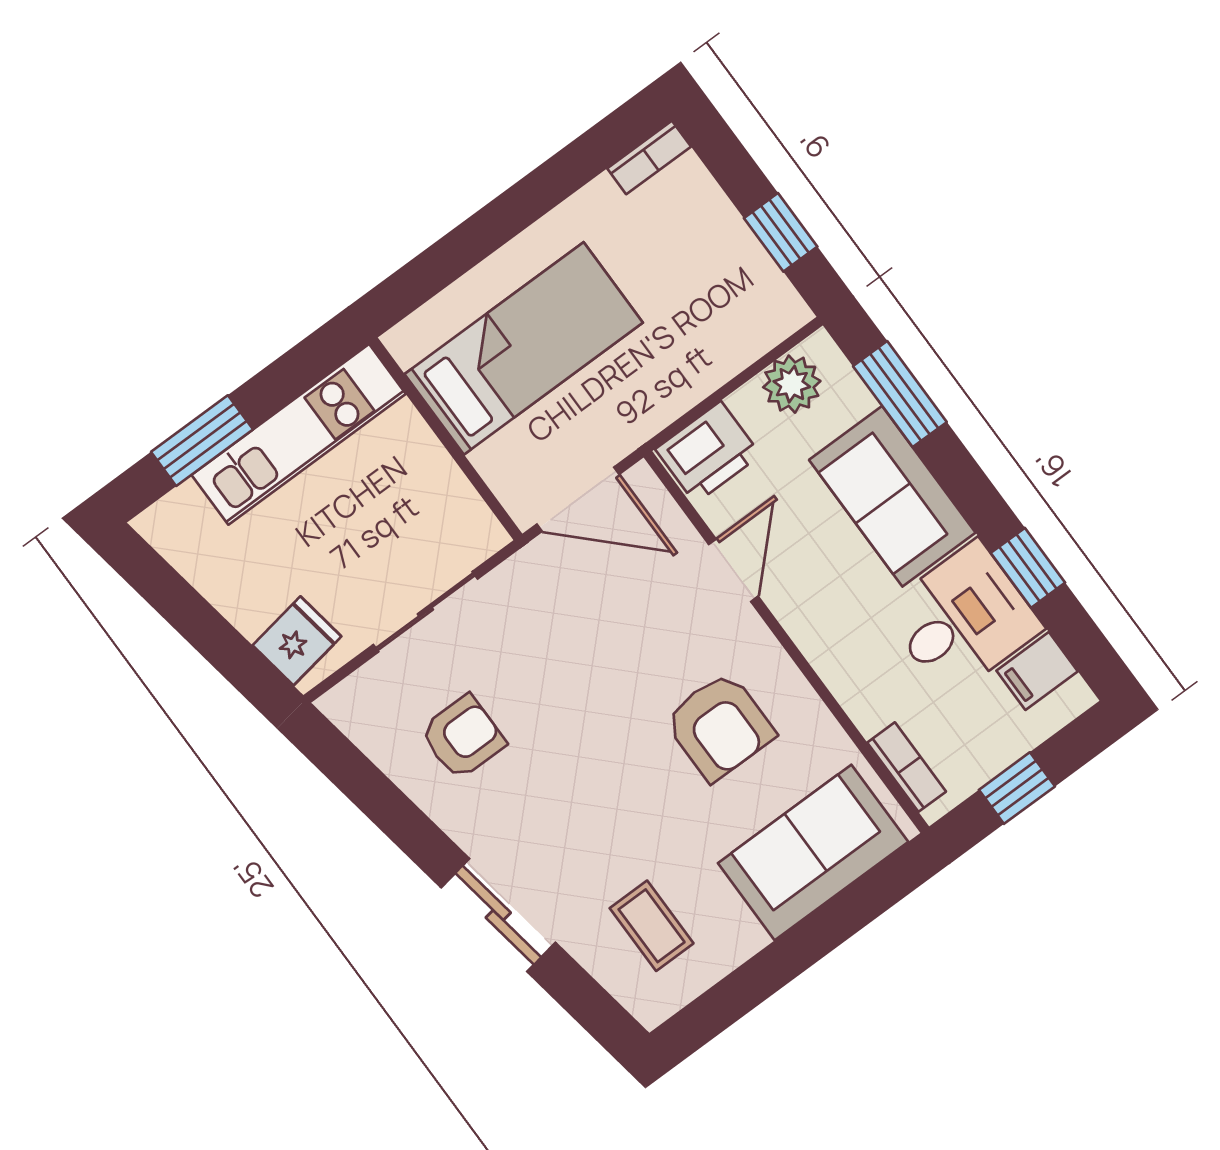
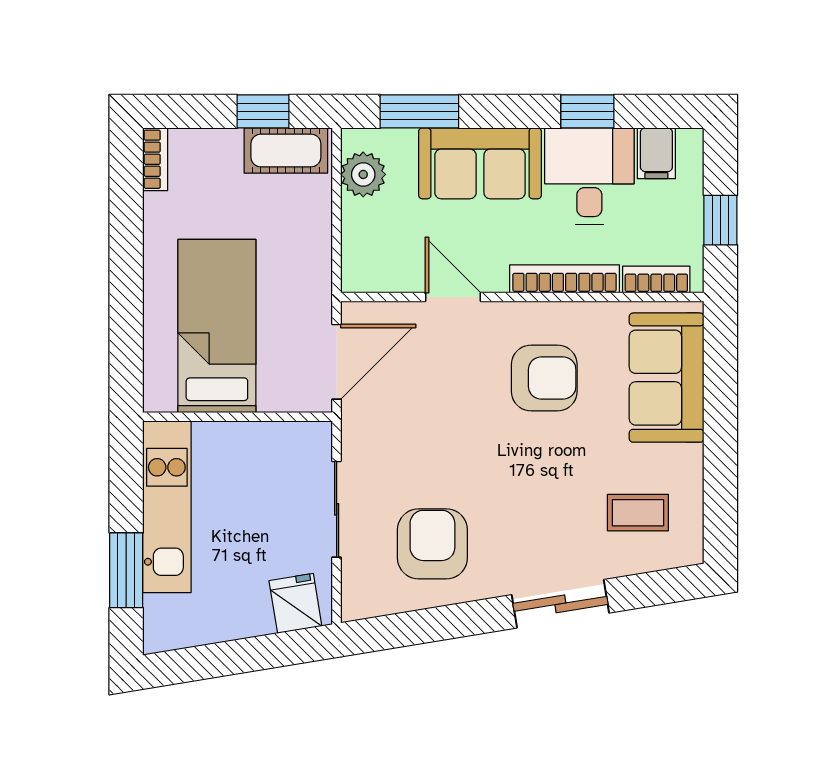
cot: (758, 286) -> (286, 151), added
printer: (708, 452) -> (367, 258), removed
bookcase: (837, 672) -> (565, 279), added
armchair: (463, 737) -> (432, 544), width x1.38, depth x1.38

